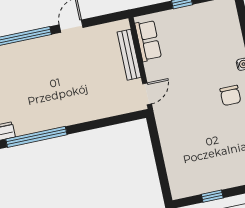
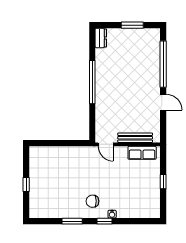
window: (36, 137) -> (92, 82), moved
window: (212, 196) -> (26, 184), moved

